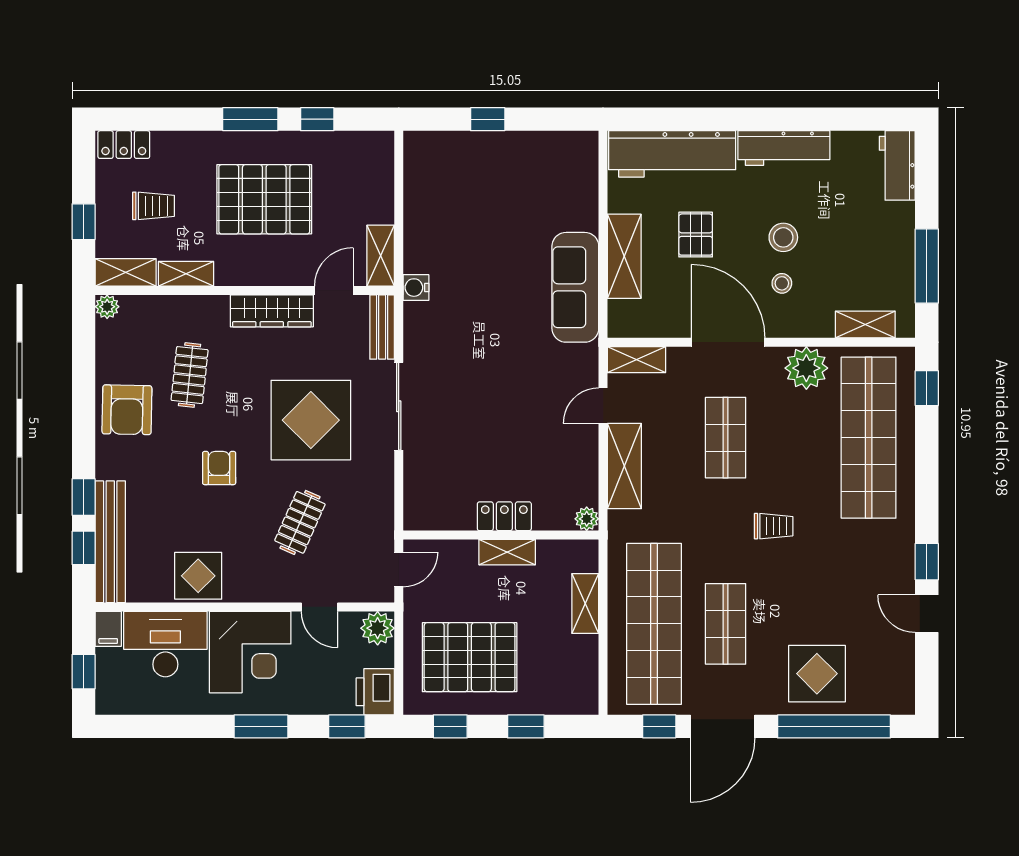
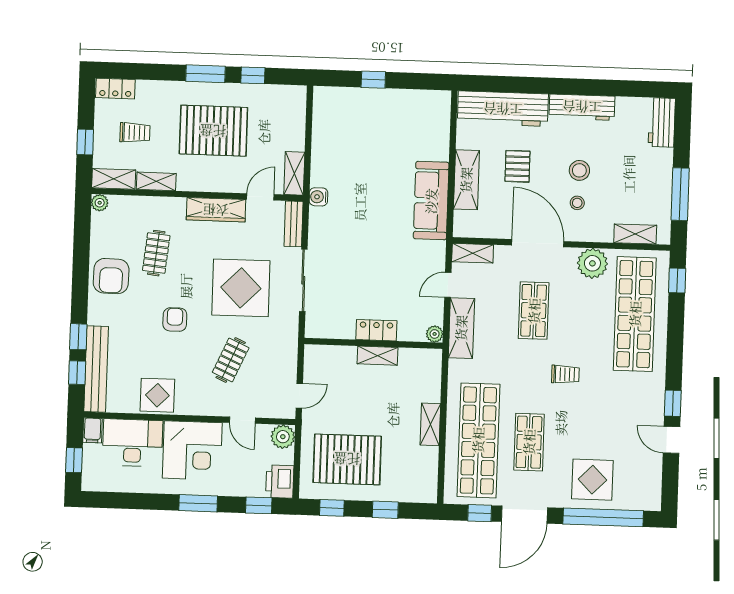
locker: (504, 516) -> (376, 330), moved
plant: (587, 519) -> (435, 334), moved
wall: (501, 535) -> (373, 343), moved
shelving: (507, 552) -> (377, 356), moved

